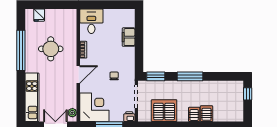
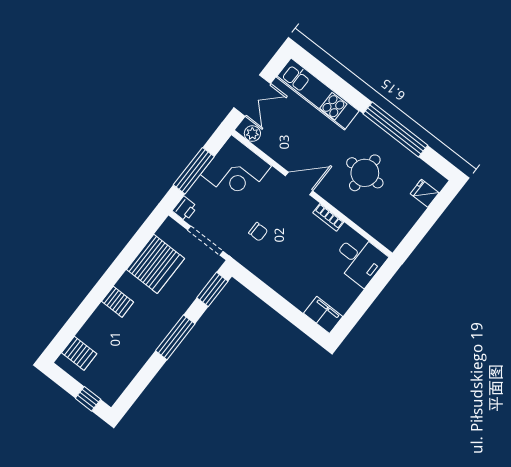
filing cabinet: (129, 37) -> (323, 315), moved
door: (78, 75) -> (299, 183), swing flipped
server rack: (207, 114) -> (79, 353), moved

